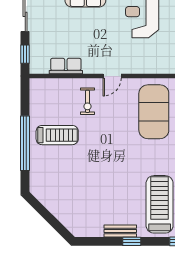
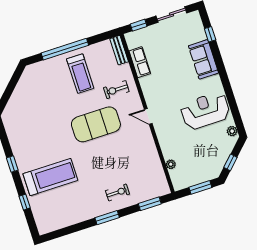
door: (112, 76) -> (148, 116), moved
exercise mat: (154, 112) -> (96, 124), moved
bench: (120, 231) -> (119, 50), moved

